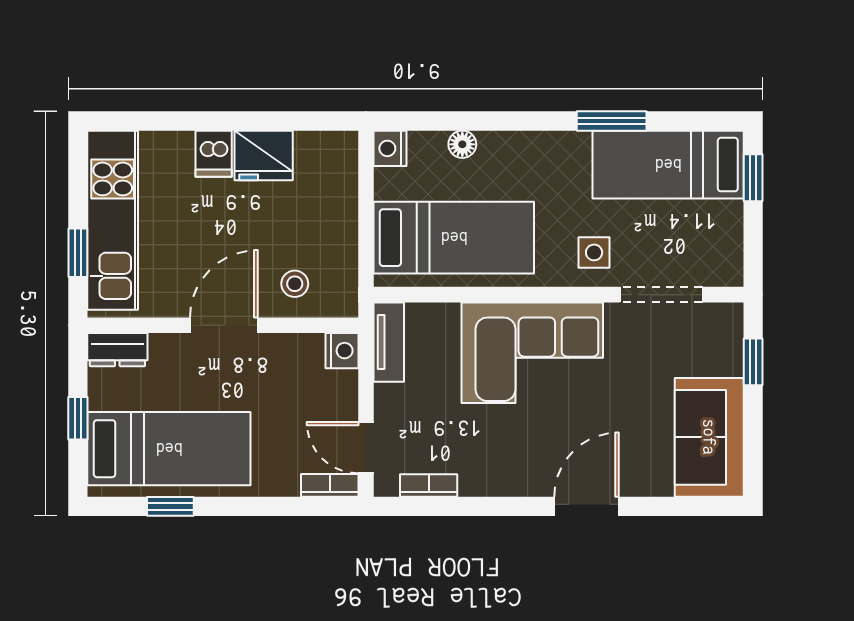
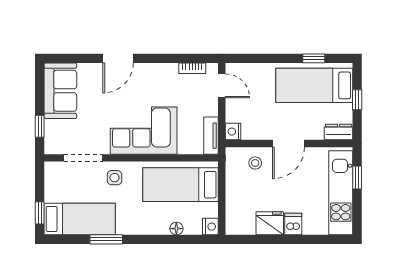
bookcase: (330, 485) -> (239, 68), removed

